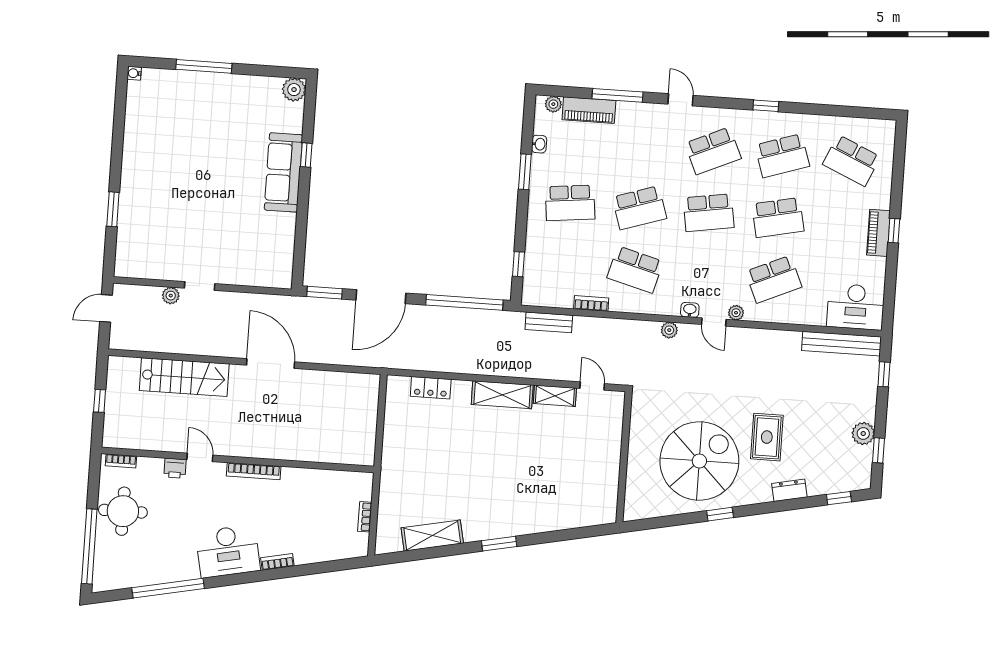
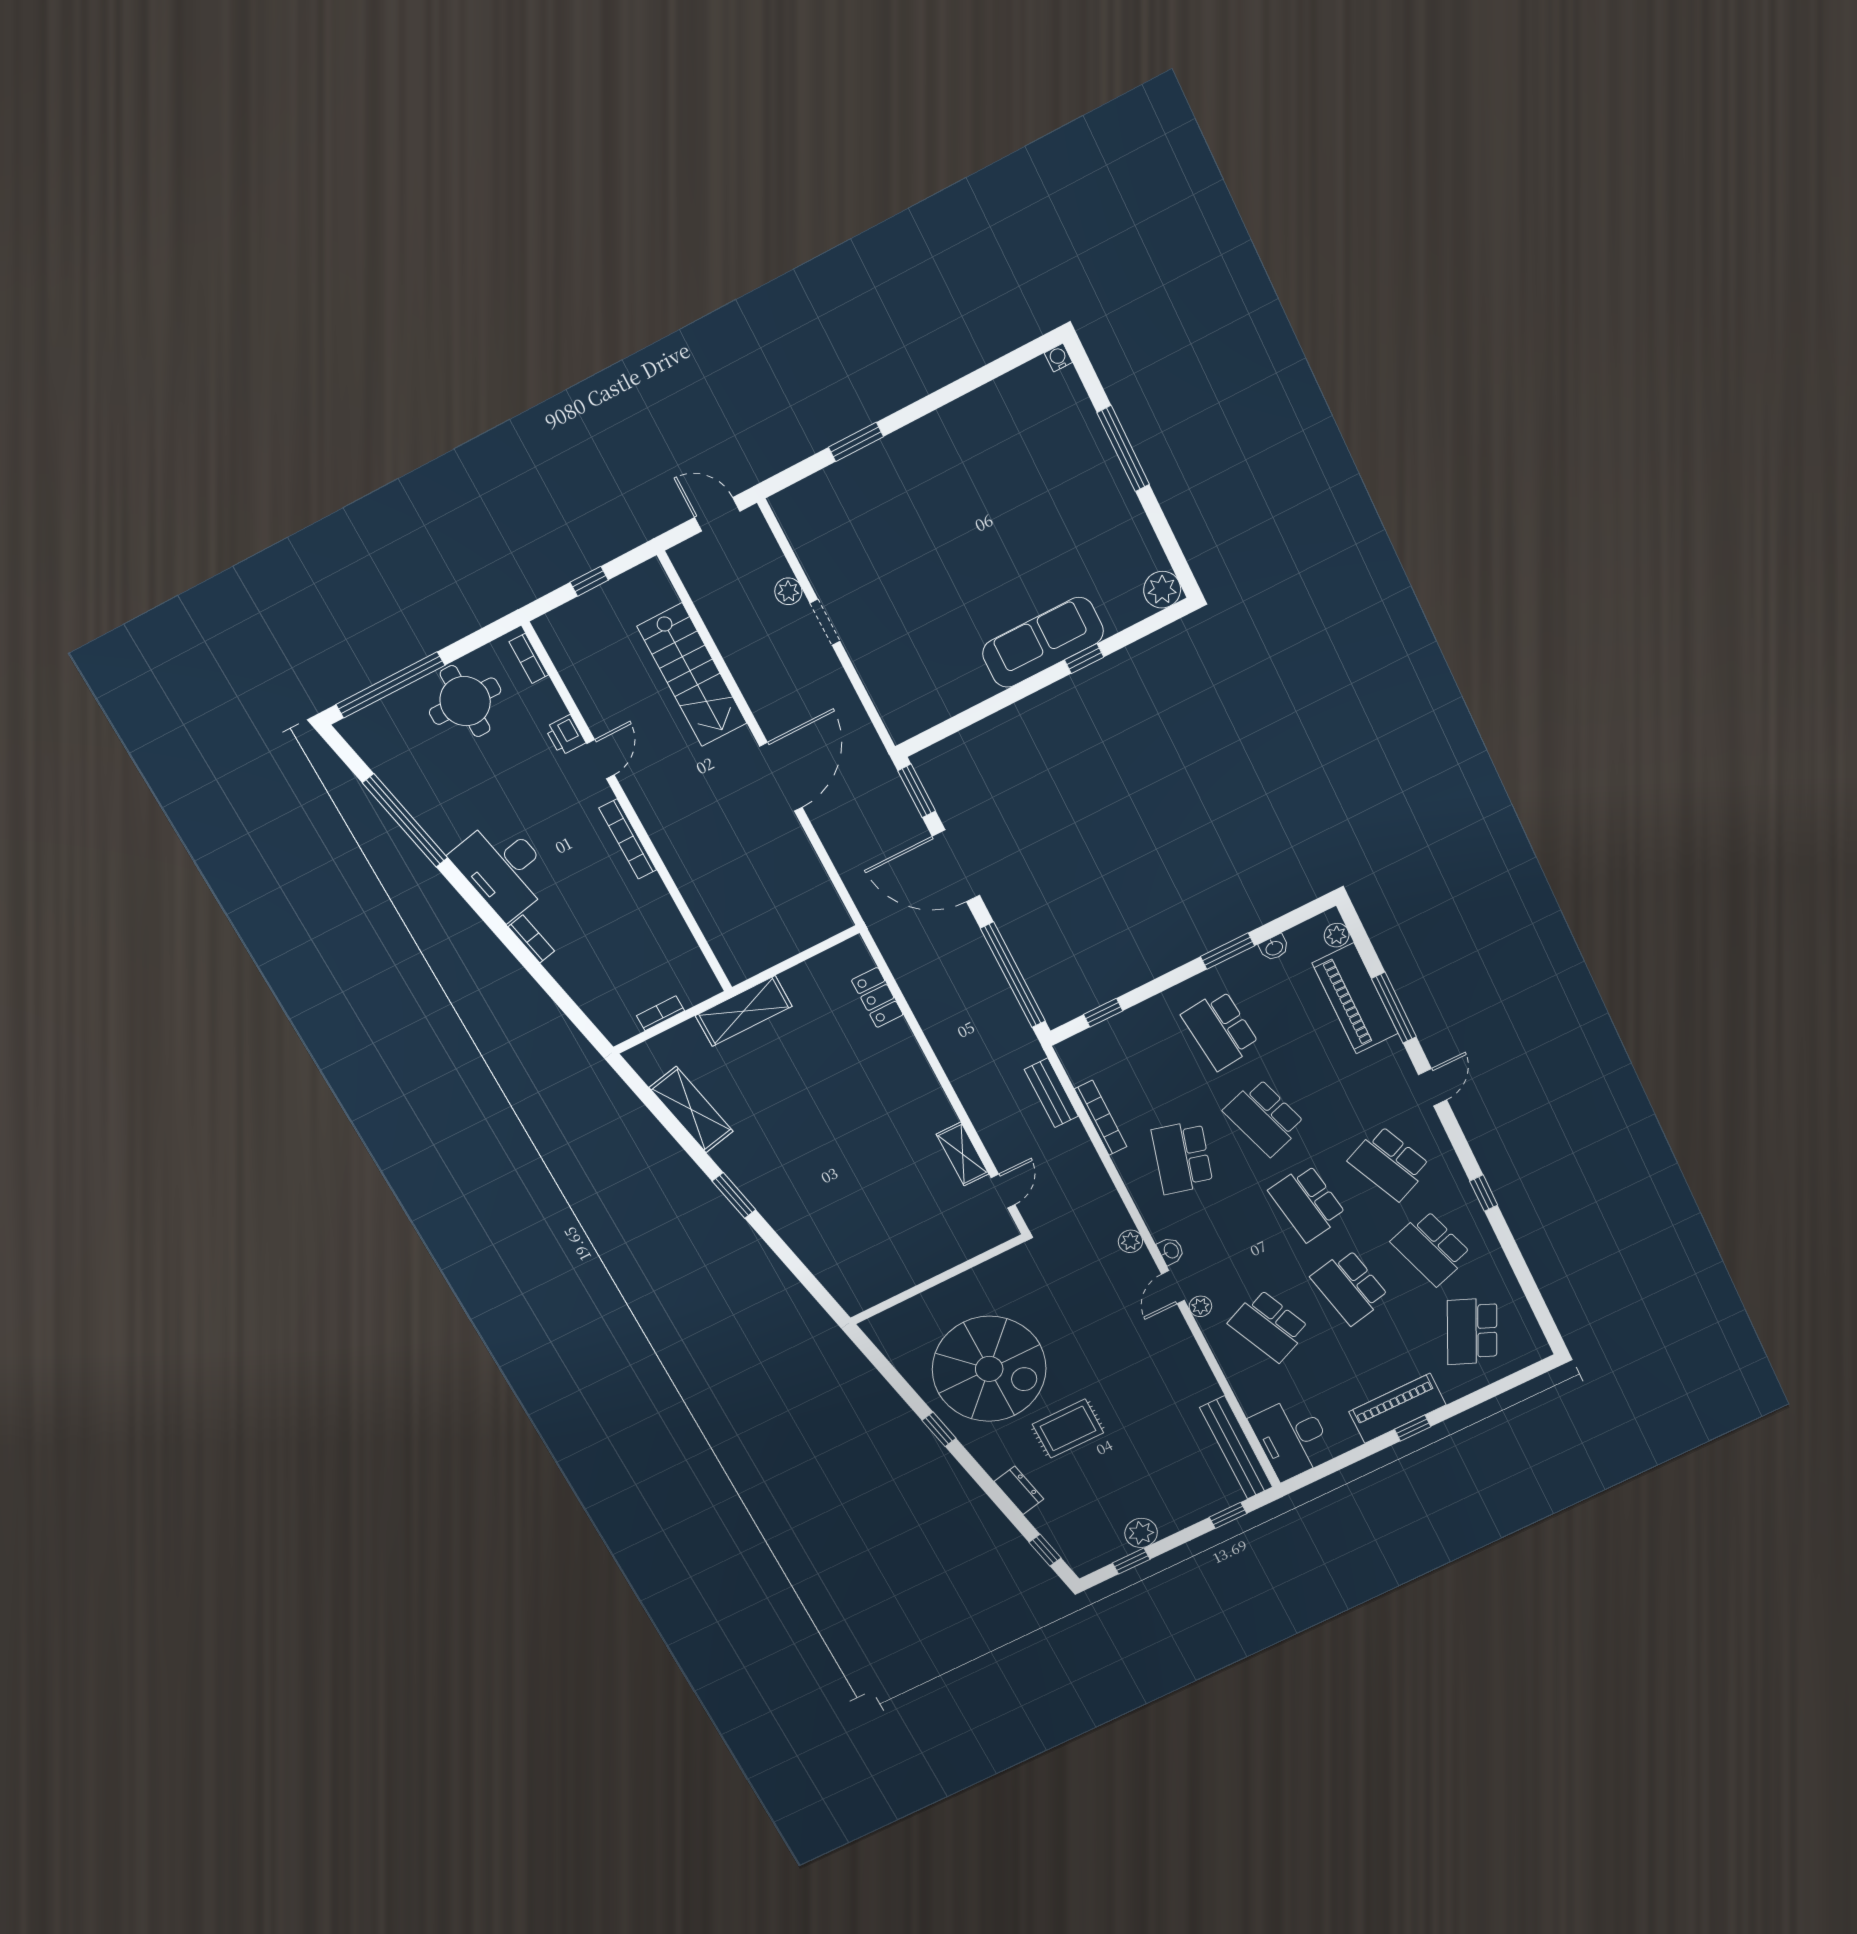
piano: (589, 110) -> (1355, 998), width x1.37, depth x1.33
piano: (878, 233) -> (1397, 1408), width x1.37, depth x1.33
bookcase: (591, 303) -> (1101, 1118), width x1.56
shelving: (502, 395) -> (744, 1011), moved, turned 90

